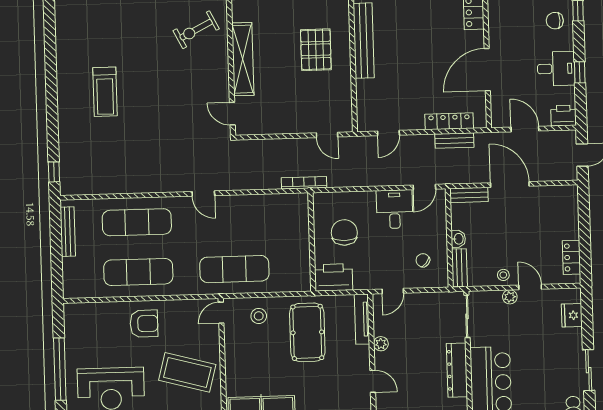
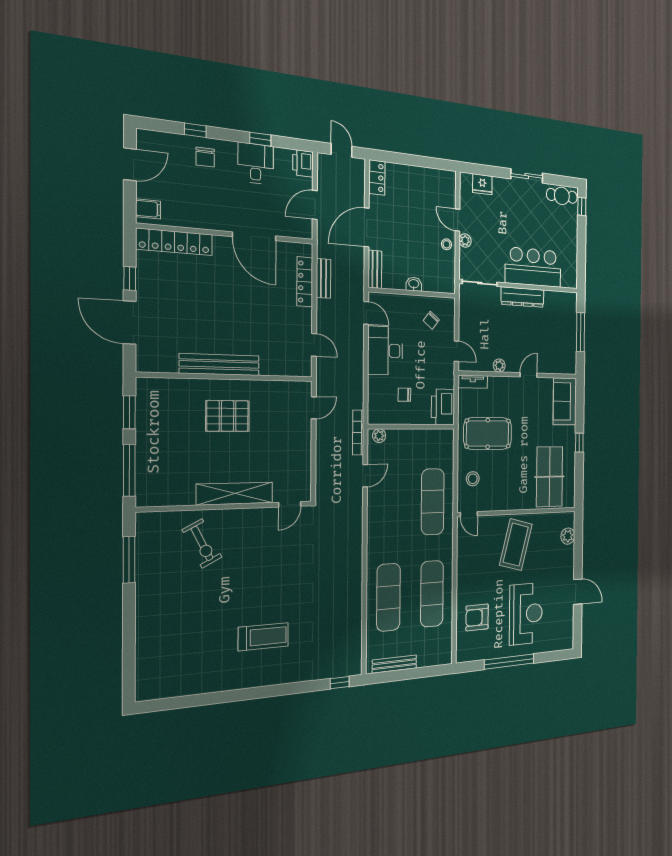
door: (203, 194) -> (365, 476), moved
plant: (302, 206) -> (379, 436), added
desk: (395, 209) -> (385, 351), width x1.37
chair: (344, 232) -> (404, 395), width x0.54, depth x0.54
locker: (571, 257) -> (377, 178), moved, turned -90
bench: (459, 268) -> (439, 286), removed
door: (530, 287) -> (458, 220), hinge flipped
tv unit: (362, 319) -> (473, 382), width x0.71
armchair: (144, 324) -> (477, 617), moved, turned -90

